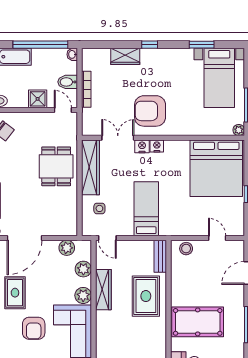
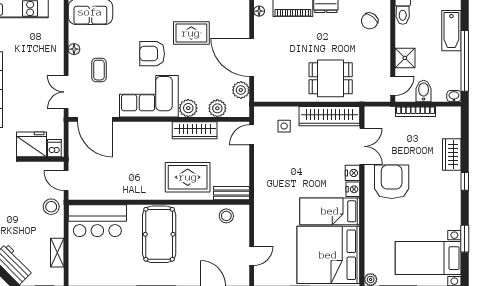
bed: (146, 209) -> (330, 211), moved, turned 180
door: (24, 238) -> (252, 57), moved
stool: (186, 249) -> (226, 216), moved

